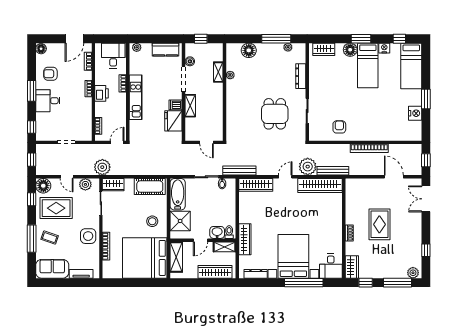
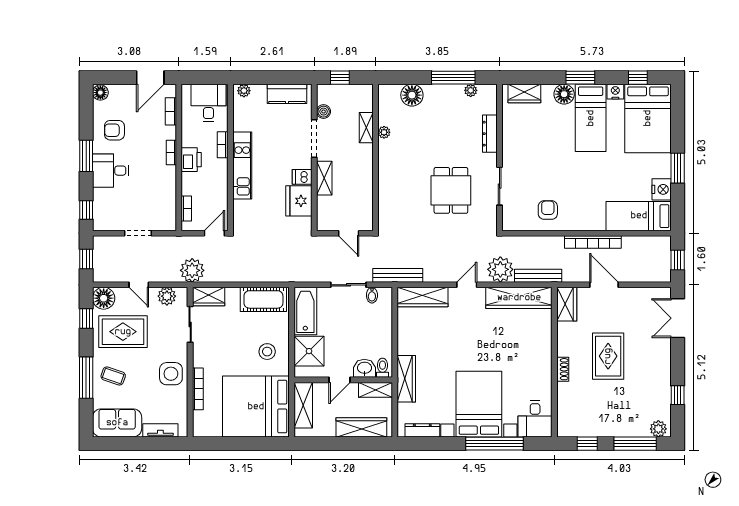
bed: (411, 66) -> (648, 118), width x1.50
bed: (400, 131) -> (639, 216), added
door: (394, 177) -> (604, 285), moved
wardrobe: (352, 267) -> (567, 304), moved

